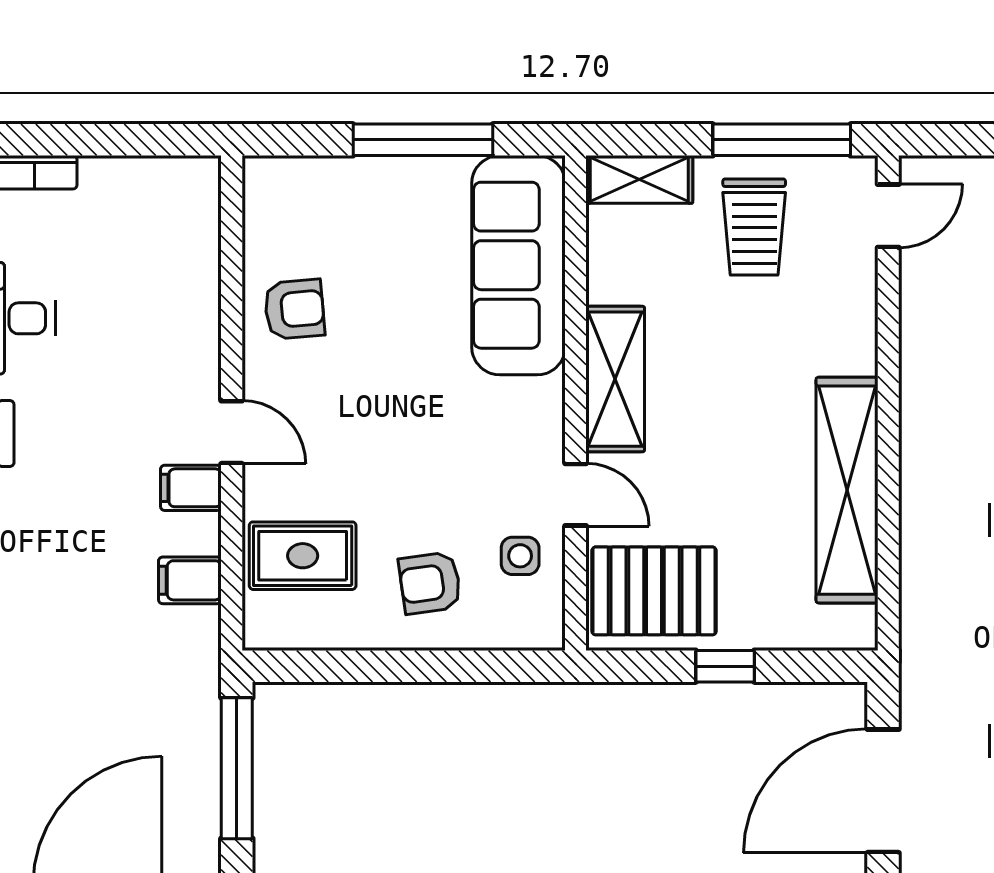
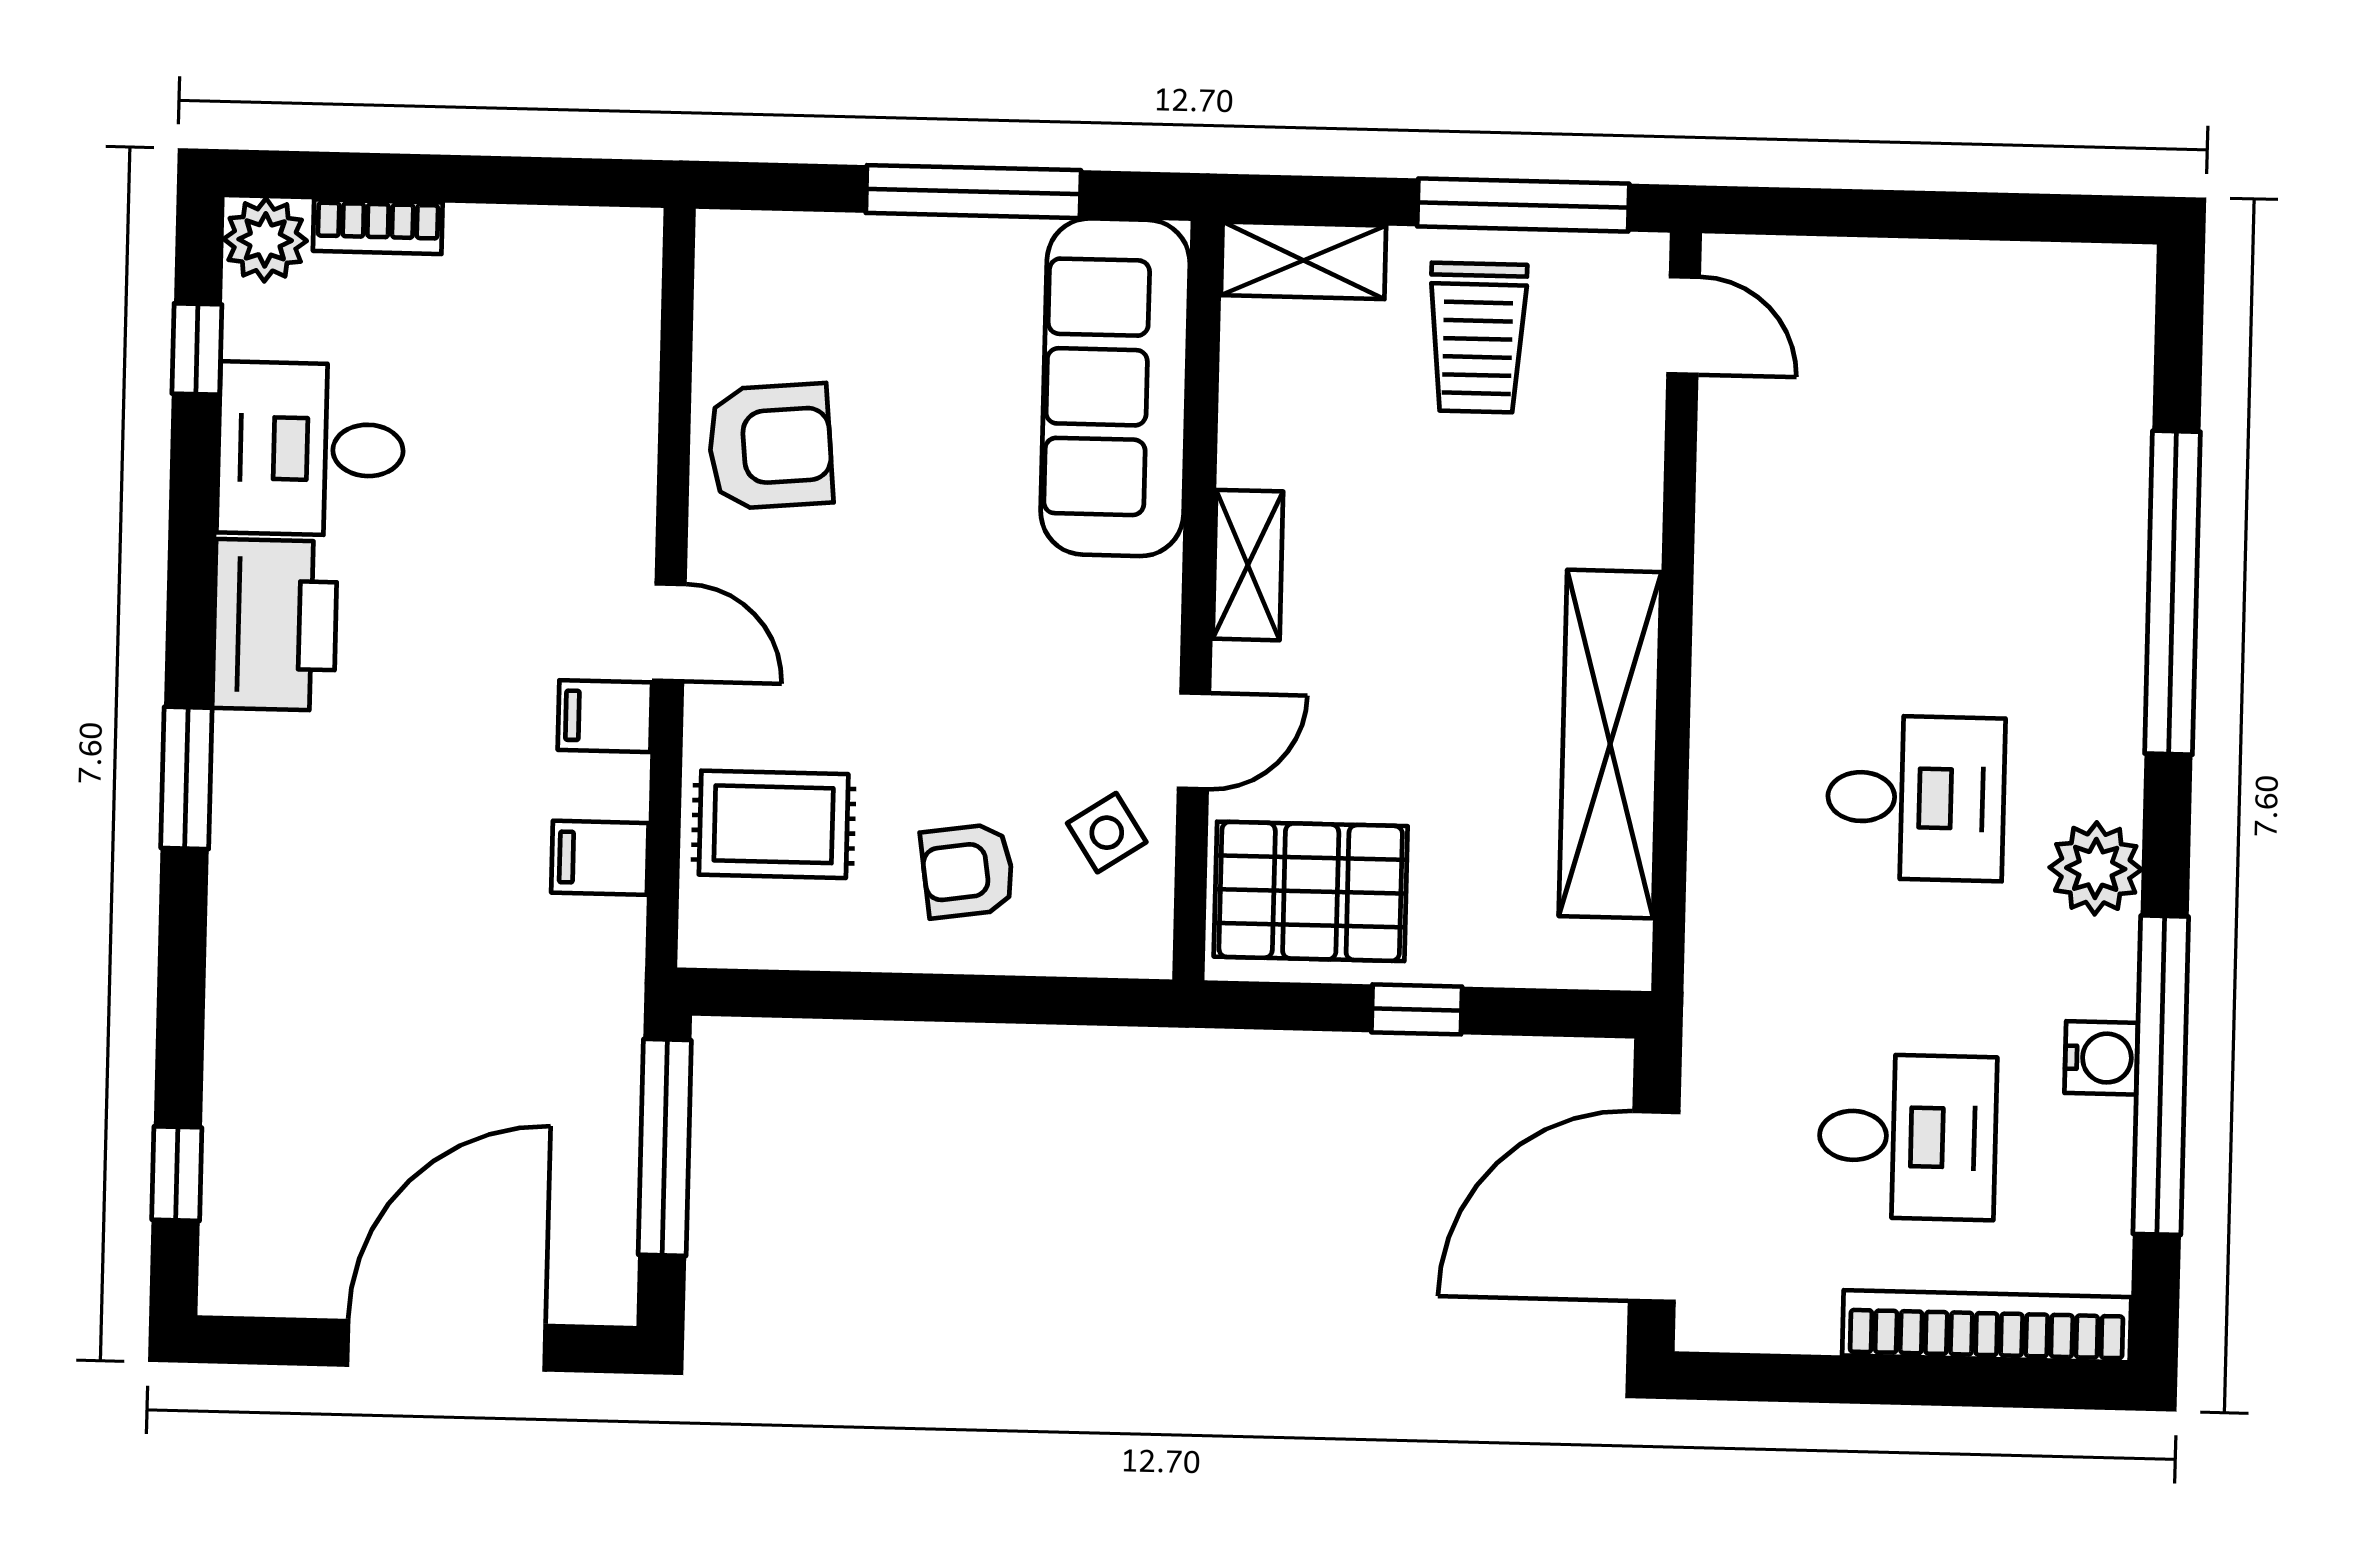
door: (888, 216) -> (1684, 325), hinge flipped
armchair: (294, 309) -> (770, 446), width x1.38, depth x1.38
shelving: (615, 379) -> (1248, 565), width x0.67, depth x0.75
door: (576, 495) -> (1194, 741), hinge flipped
side table: (520, 556) -> (1107, 833), turned -33

